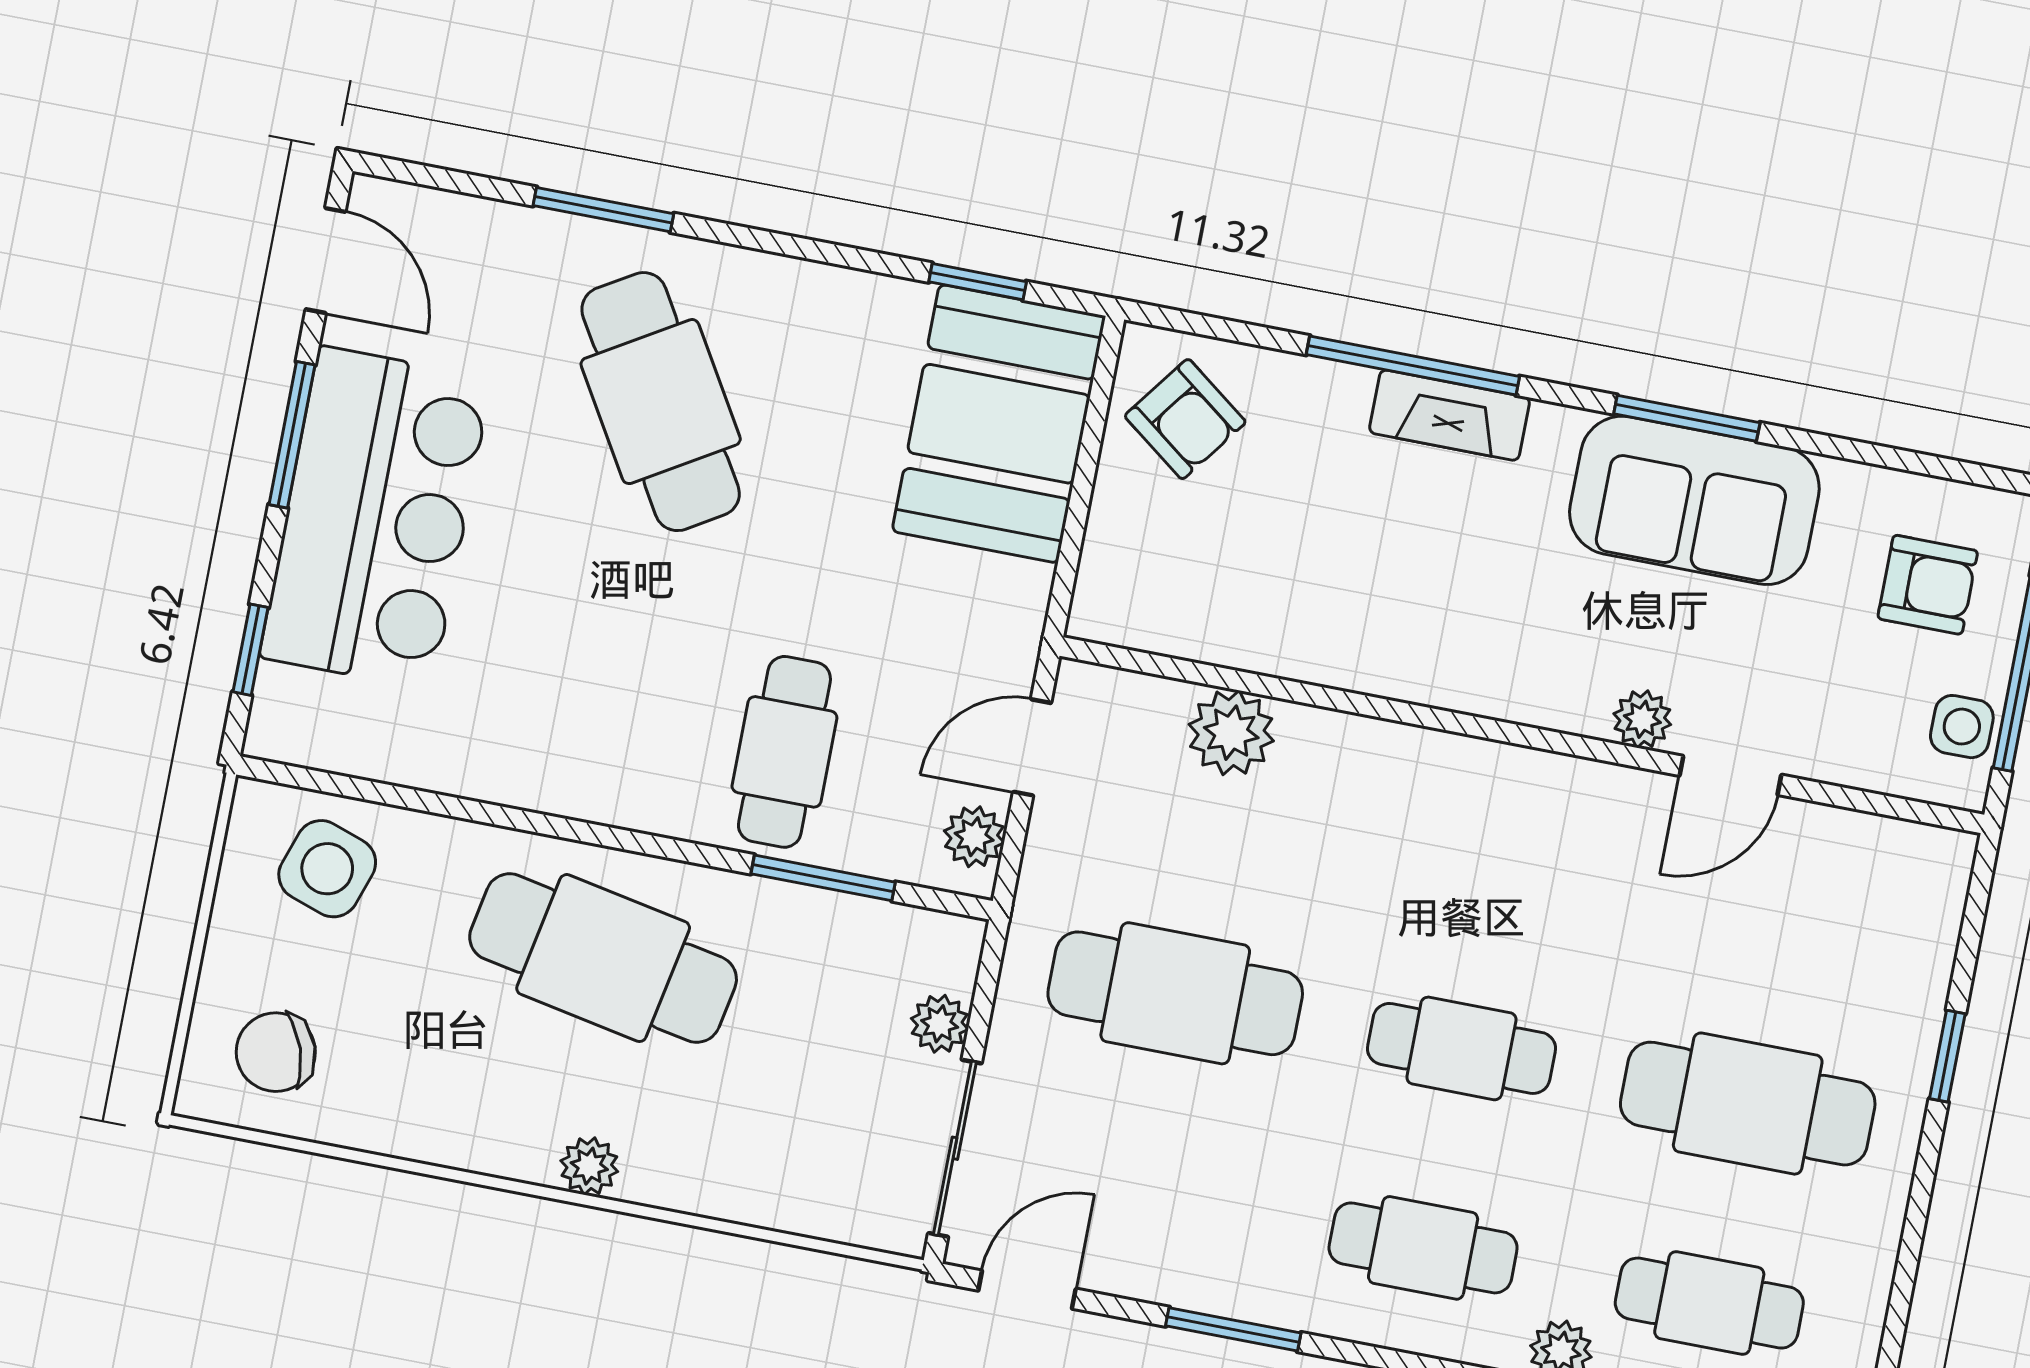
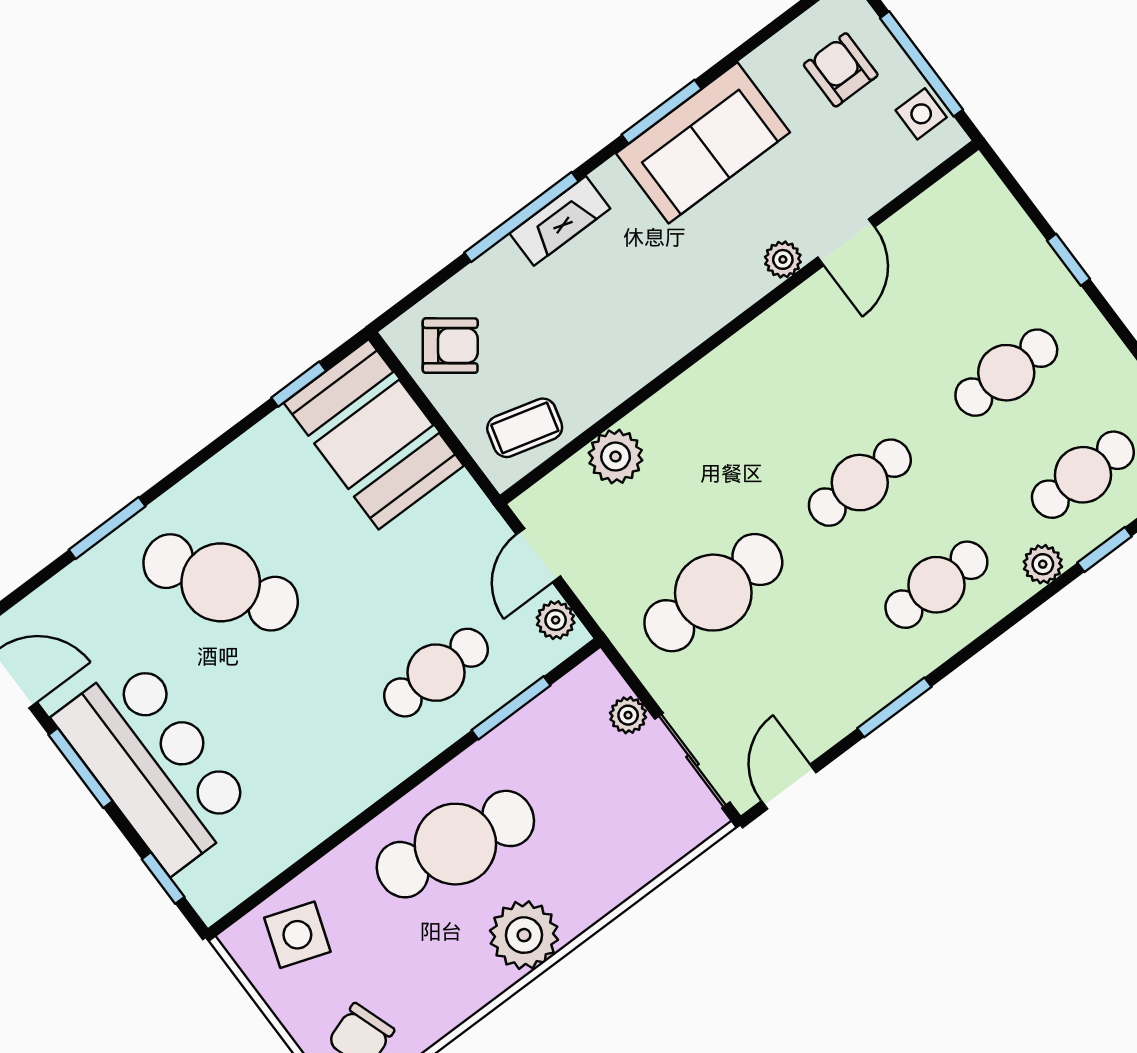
armchair: (1928, 585) -> (841, 70), turned -90
coffee table: (1168, 595) -> (525, 428), added
cafe table: (784, 752) -> (436, 673), turned 90
cafe table: (1748, 1104) -> (1006, 373), width x0.73, depth x0.74
plant: (589, 1166) -> (524, 935), width x1.88, depth x1.88

